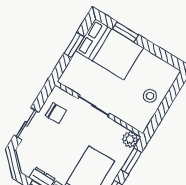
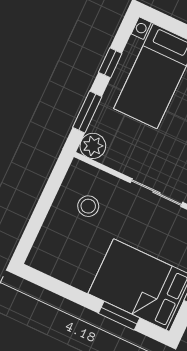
stool: (150, 96) -> (88, 206), moved

